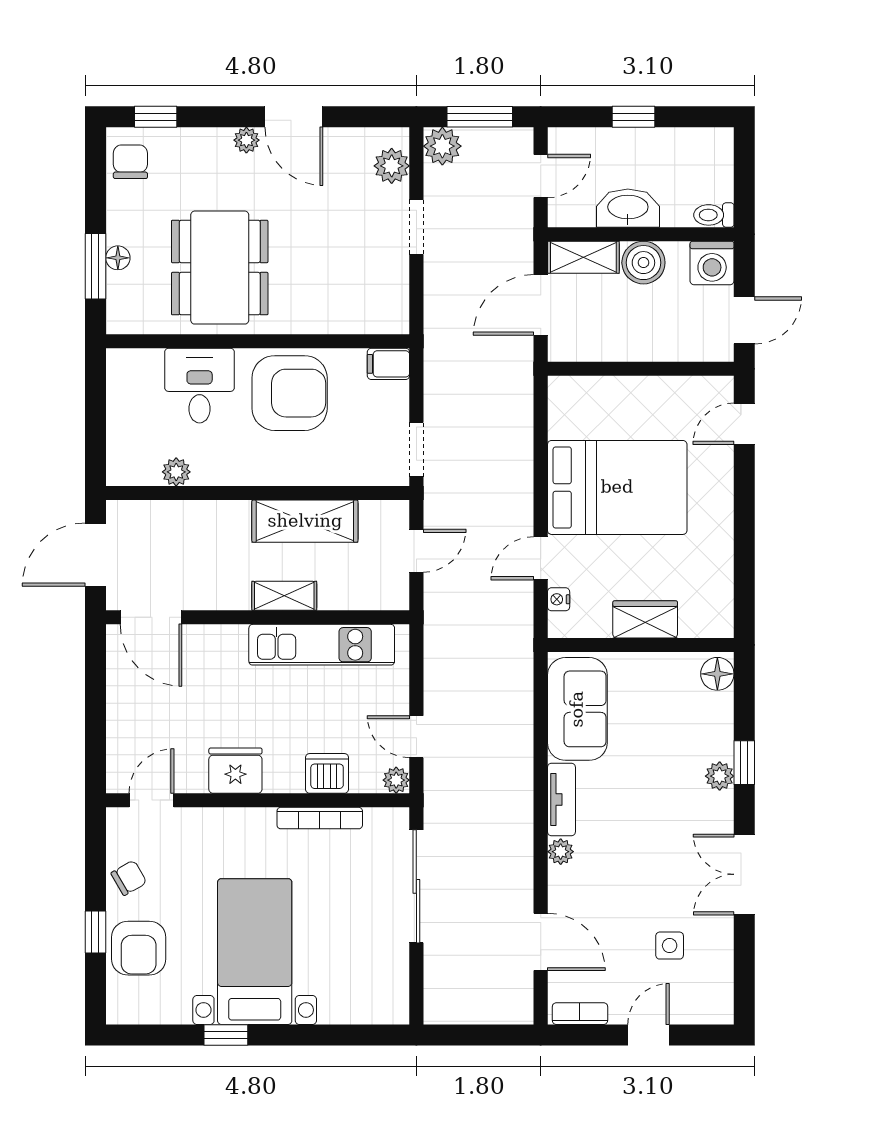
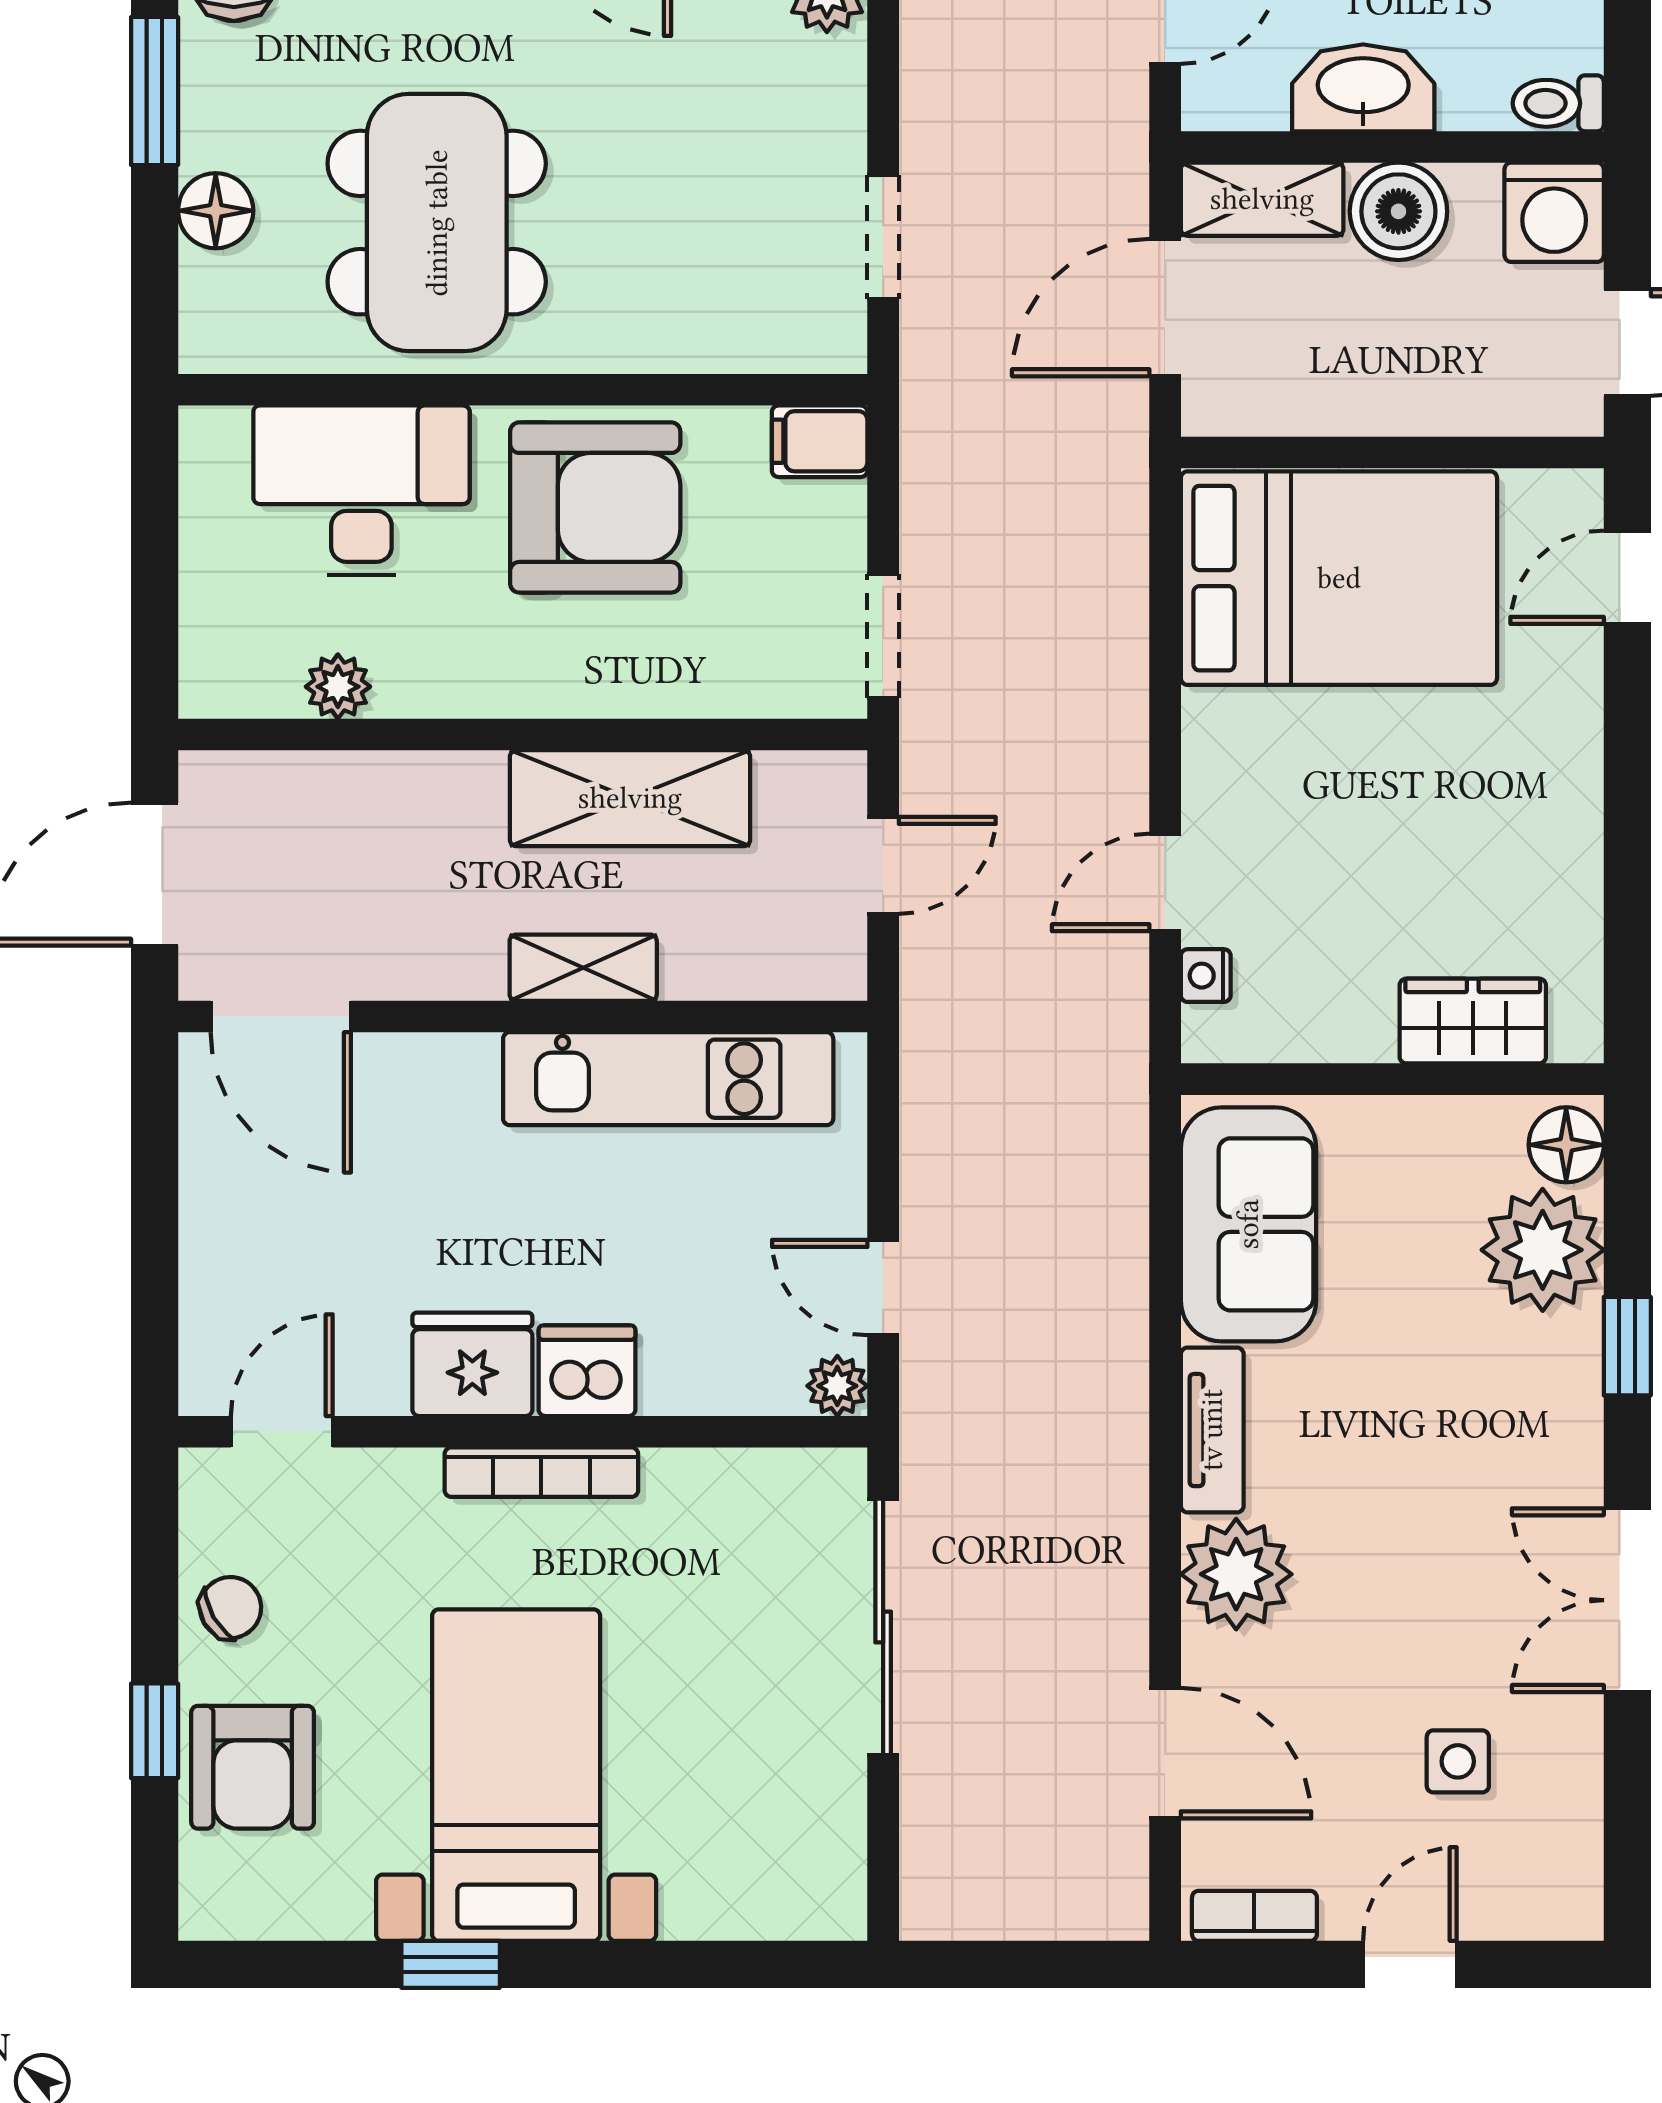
doorway: (416, 227) -> (883, 237), moved
floor lamp: (118, 258) -> (216, 211), width x1.37, depth x1.37
window: (95, 266) -> (155, 91), moved
desk: (200, 386) -> (361, 490), width x1.37
bed: (617, 487) -> (1339, 578), moved
wardrobe: (645, 619) -> (1473, 1021), moved
dishwasher: (327, 773) -> (587, 1371), moved
plant: (720, 776) -> (1543, 1250), moved, width x1.87, depth x1.87
bookcase: (320, 818) -> (541, 1472), moved
plant: (561, 852) -> (1236, 1574), width x1.87, depth x1.87

